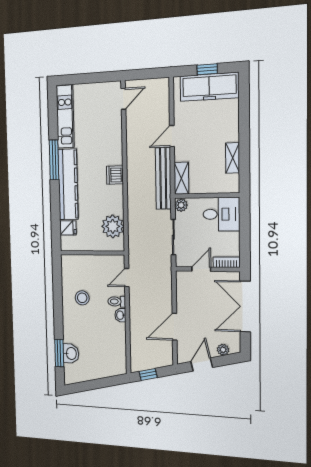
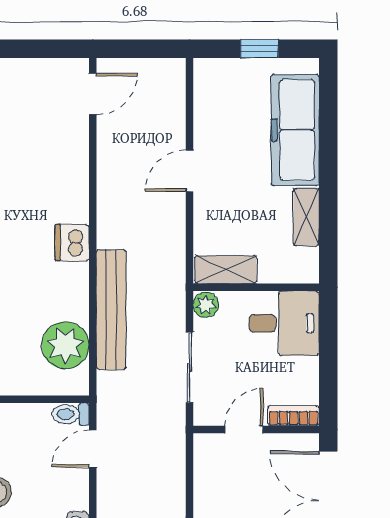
freezer: (209, 87) -> (295, 130), moved, turned 90
bench: (163, 178) -> (111, 310), moved
shelving: (181, 178) -> (226, 270), moved, turned 90
toilet: (117, 301) -> (71, 414), moved

